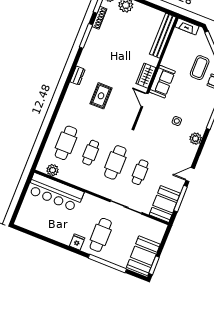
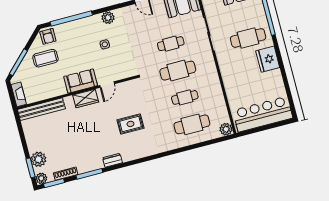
dresser: (78, 76) -> (112, 160), moved
plant: (53, 170) -> (226, 129), moved
bar counter: (55, 192) -> (263, 114), moved, turned -90
fridge: (77, 242) -> (268, 59), width x1.88, depth x1.34

